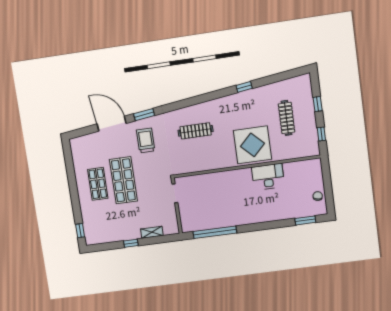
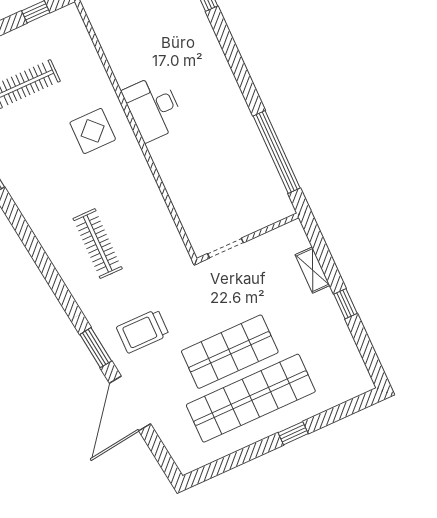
display table: (253, 145) -> (93, 131), width x0.54, depth x0.54
desk: (268, 177) -> (153, 108), moved
shop shelf: (98, 184) -> (251, 398), width x2.00, depth x1.36
window: (80, 231) -> (293, 433), moved

